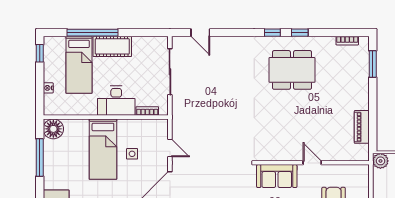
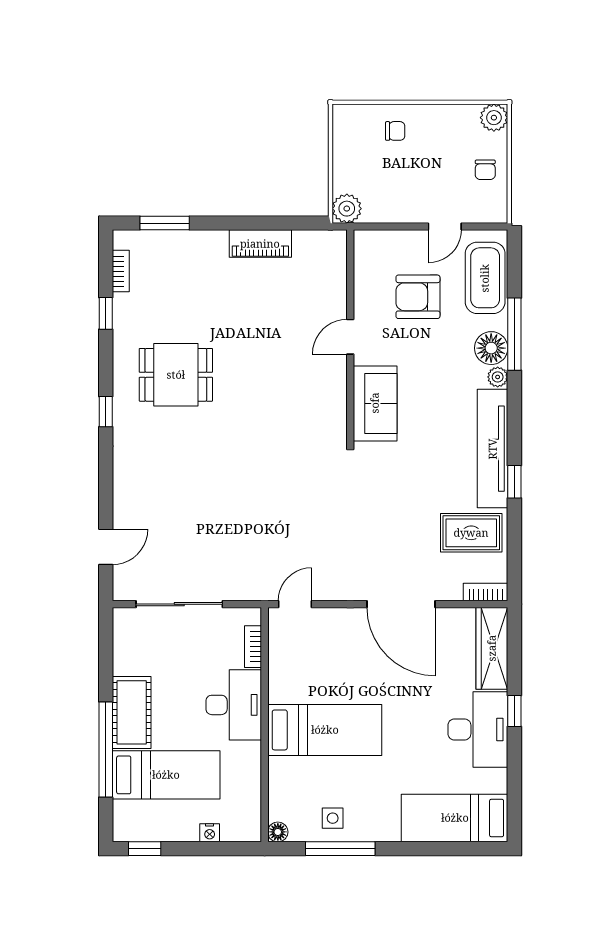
window: (300, 33) -> (106, 313), moved
dining table: (292, 70) -> (176, 375), width x0.73
piano: (362, 127) -> (260, 244), moved
floor lamp: (53, 129) -> (278, 832), width x0.53, depth x0.53
door: (170, 148) -> (295, 604), moved
side table: (132, 154) -> (333, 818), moved

